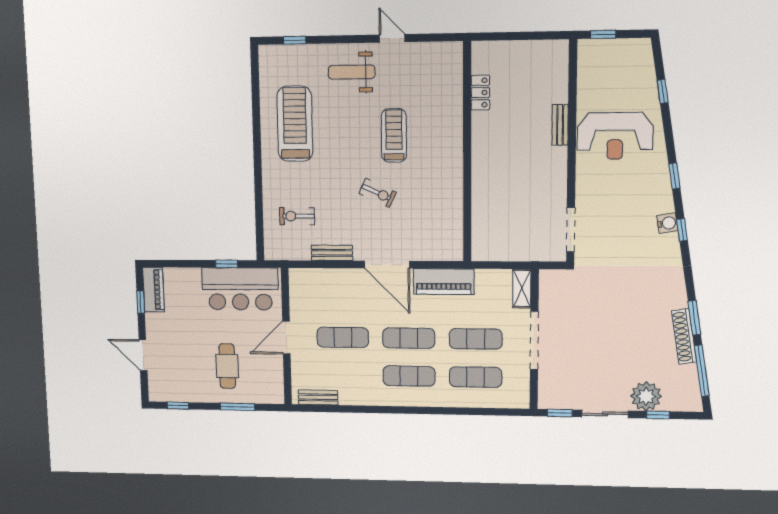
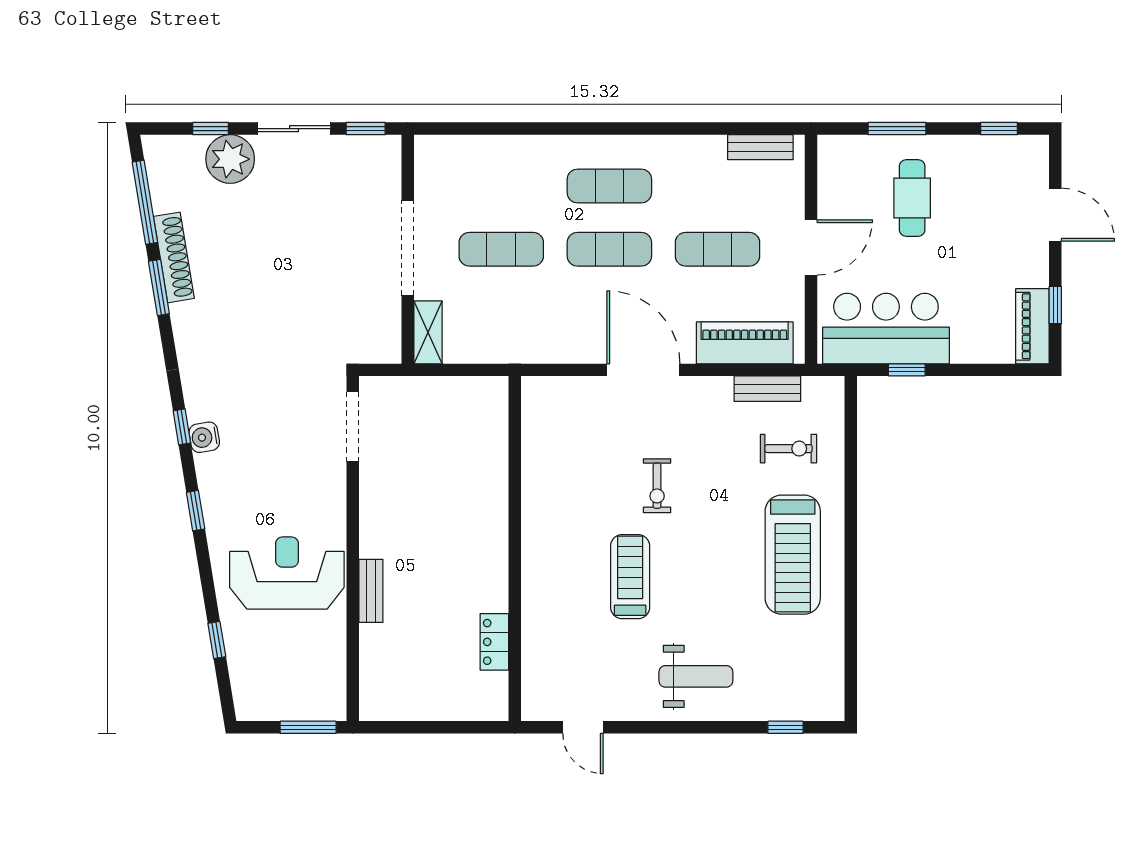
window: (603, 34) -> (308, 727), width x1.50
door: (392, 38) -> (583, 727), moved
treadmill: (295, 124) -> (793, 555), moved
treadmill: (394, 135) -> (630, 577), turned 180
exercise bike: (378, 193) -> (657, 486), turned -115
bench: (332, 253) -> (767, 389), moved
piano: (444, 282) -> (745, 343), moved
exercise mat: (476, 377) -> (501, 186), removed

